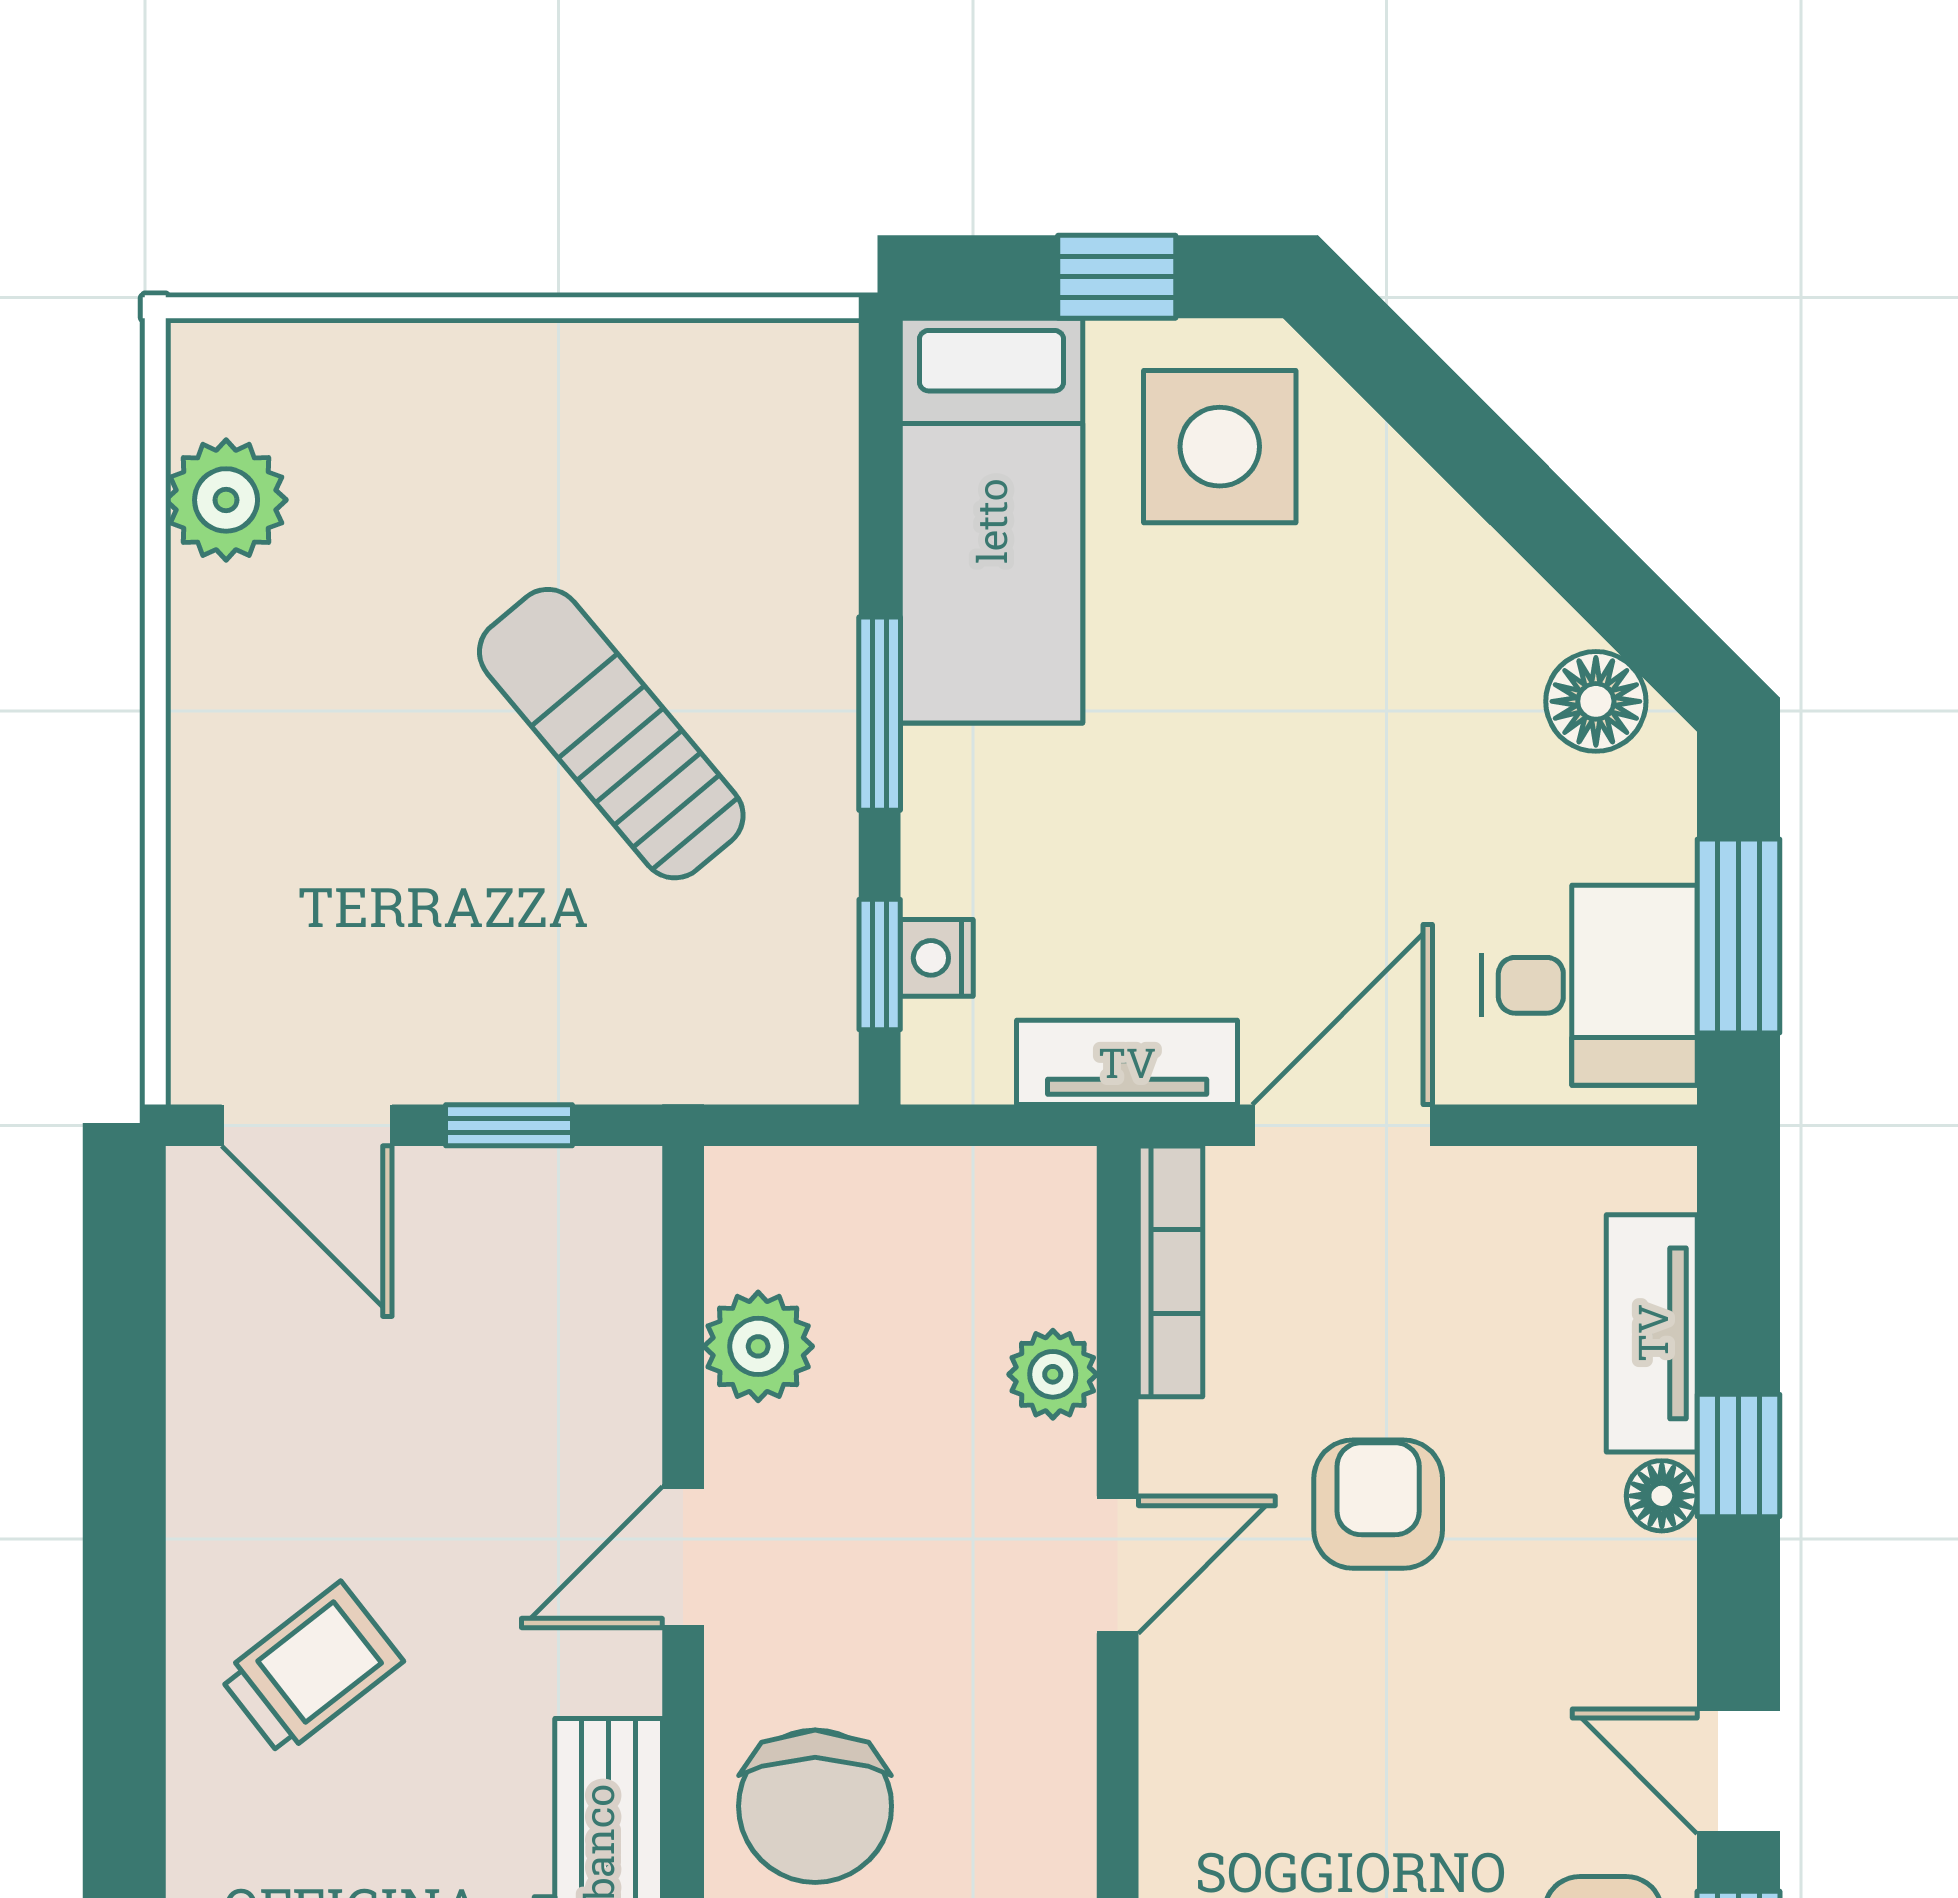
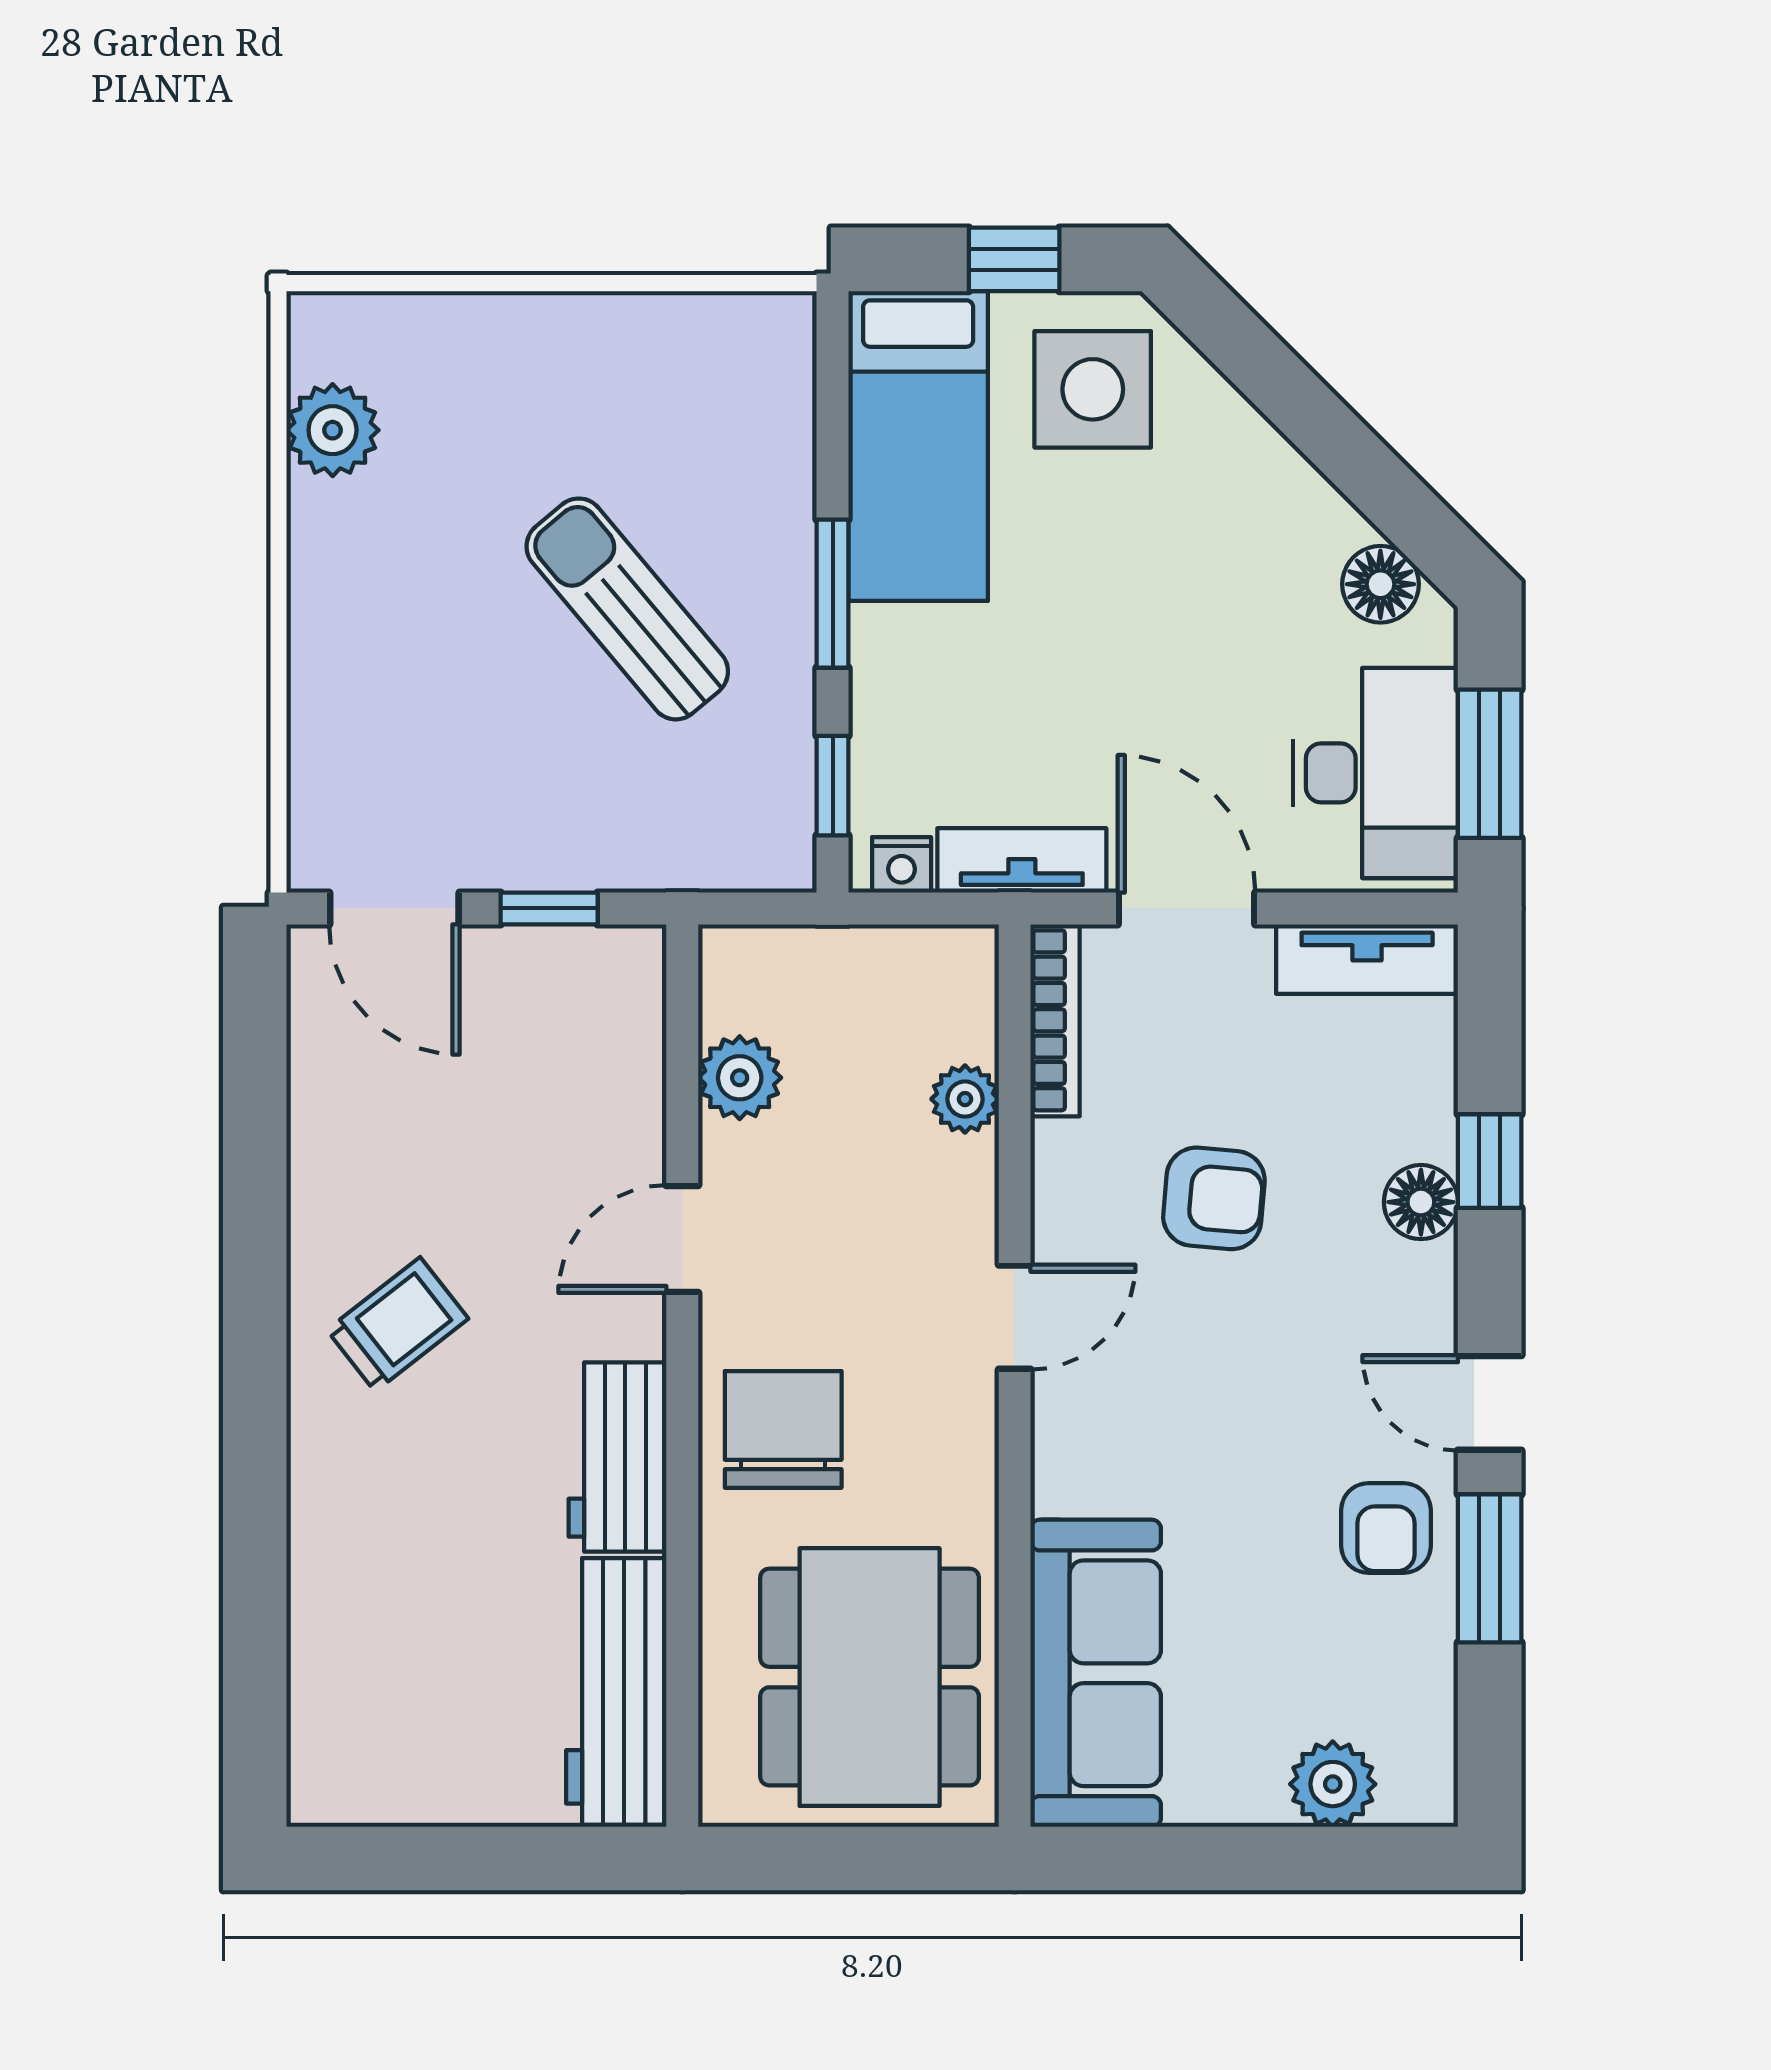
nightstand: (937, 958) -> (902, 865), moved, turned -90
desk: (1589, 985) -> (1375, 773), width x1.37
door: (1342, 1125) -> (1187, 908), hinge flipped
tv unit: (1652, 1333) -> (1367, 959), moved, turned -90
floor lamp: (1662, 1496) -> (1421, 1202), width x1.37, depth x1.37
armchair: (1378, 1504) -> (1214, 1198), turned 95
door: (1118, 1565) -> (1015, 1317), moved
chair: (815, 1806) -> (783, 1429), turned 180

